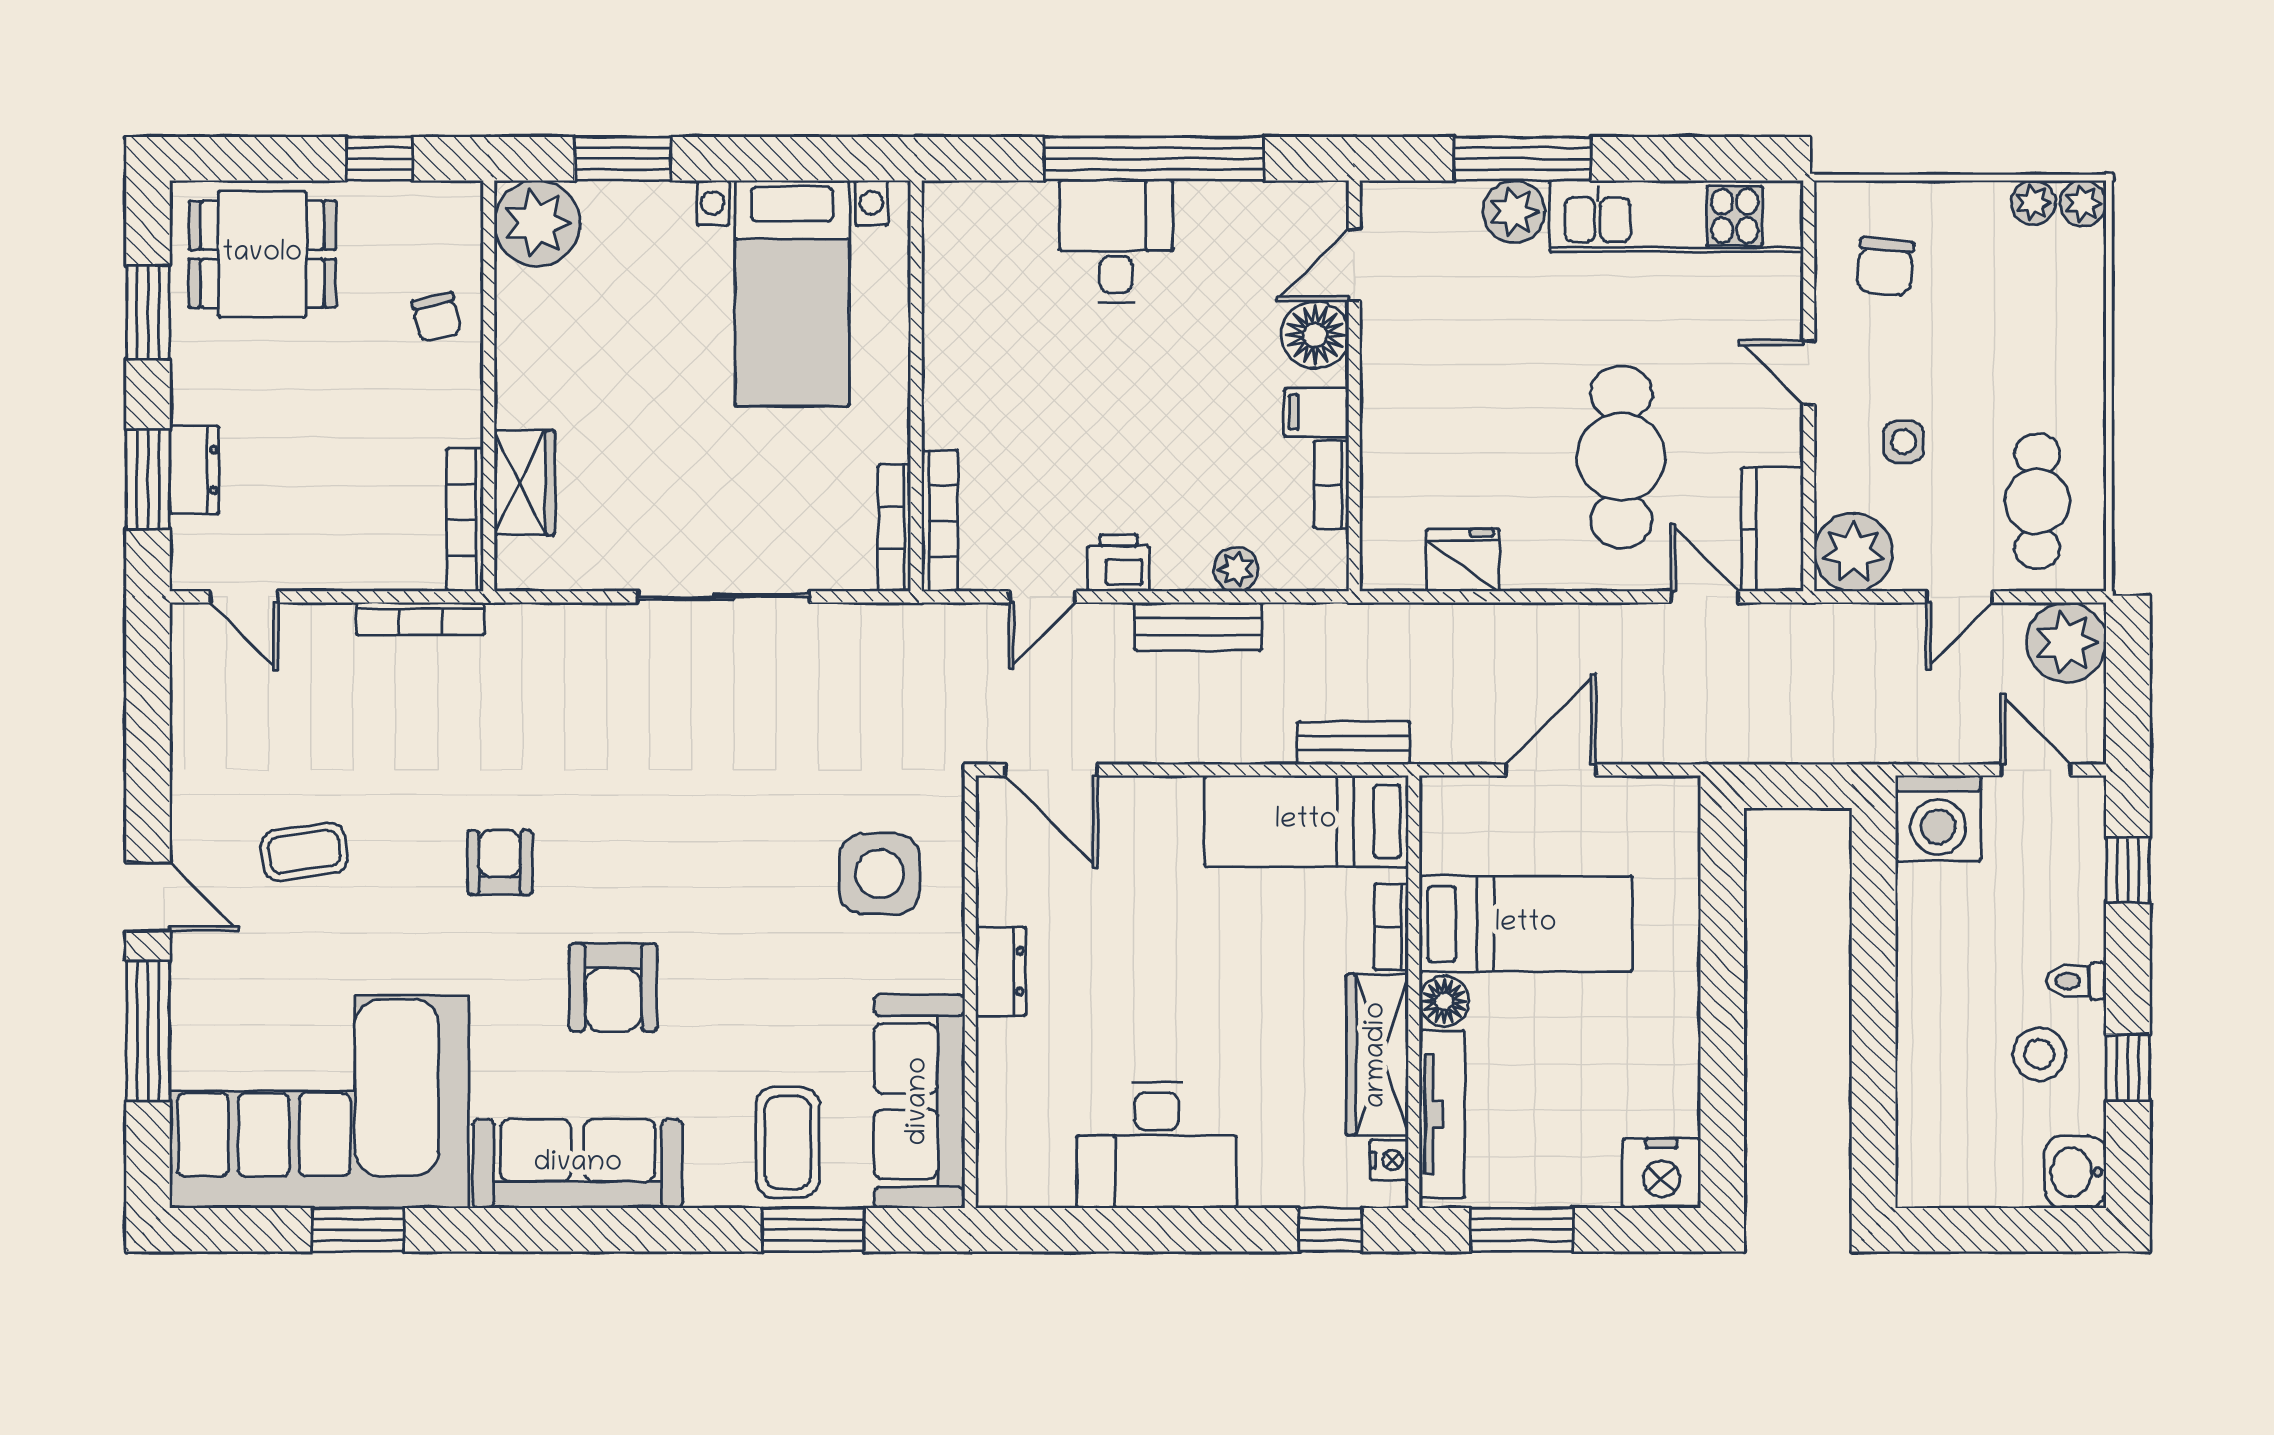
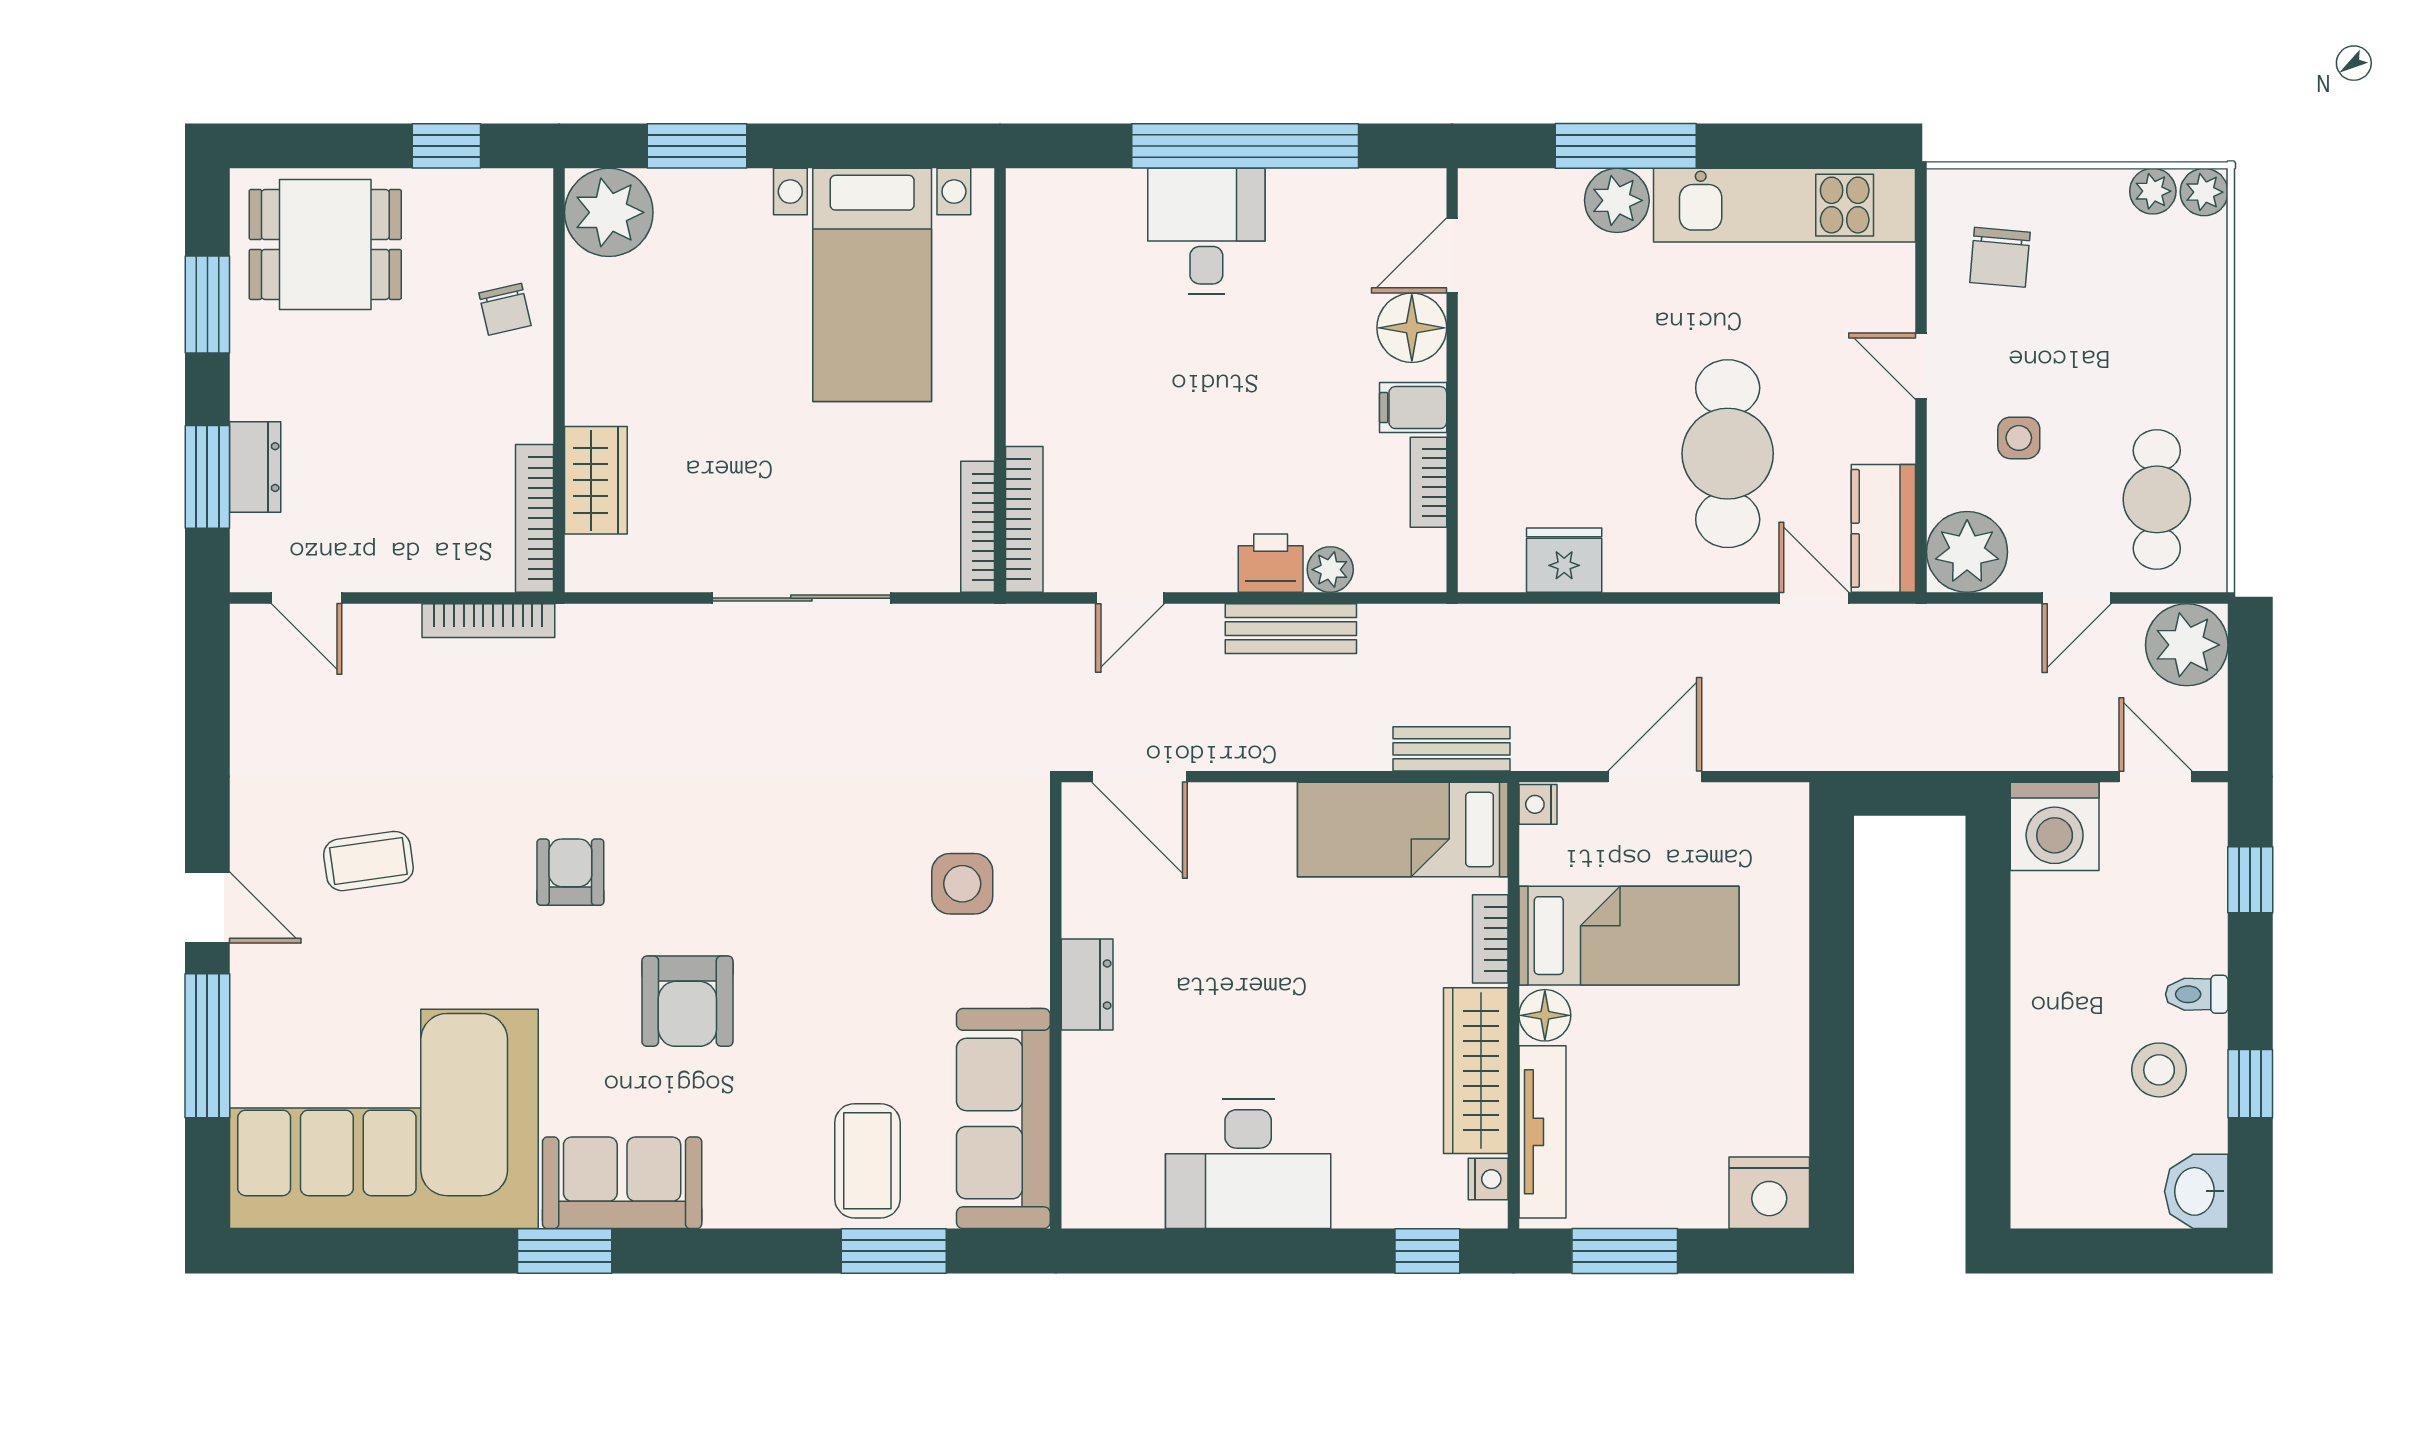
printer: (1119, 563) -> (1271, 563), moved
nightstand: (1437, 797) -> (1538, 804), added
side table: (880, 874) -> (962, 884), width x0.73, depth x0.73
sofa: (578, 1164) -> (622, 1183), width x0.73
window: (358, 1230) -> (565, 1251), moved

